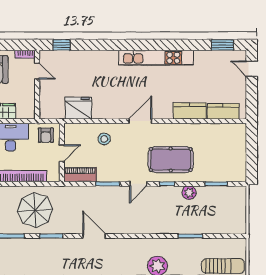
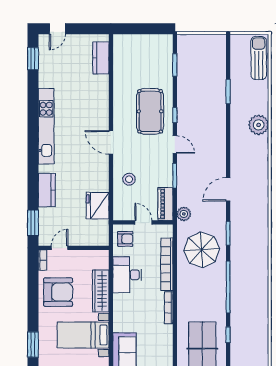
window: (61, 45) -> (33, 223), width x1.50
kitchen counter: (190, 111) -> (47, 190), moved, turned 180
plant: (189, 193) -> (184, 214), moved

